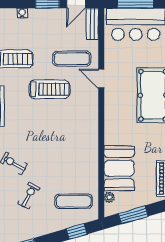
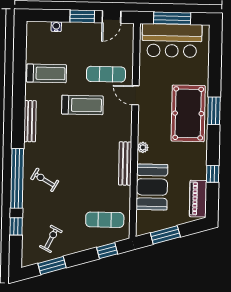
bench: (92, 24) -> (125, 164), moved, width x1.36
exercise bike: (29, 196) -> (51, 239), moved
plant: (109, 197) -> (143, 147), moved

